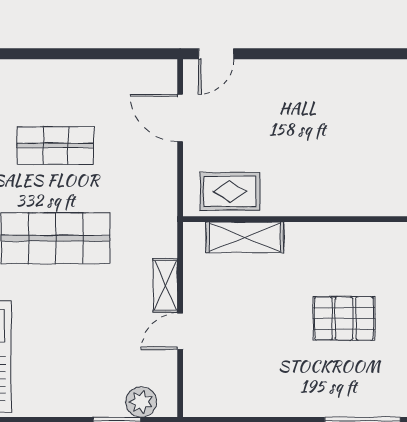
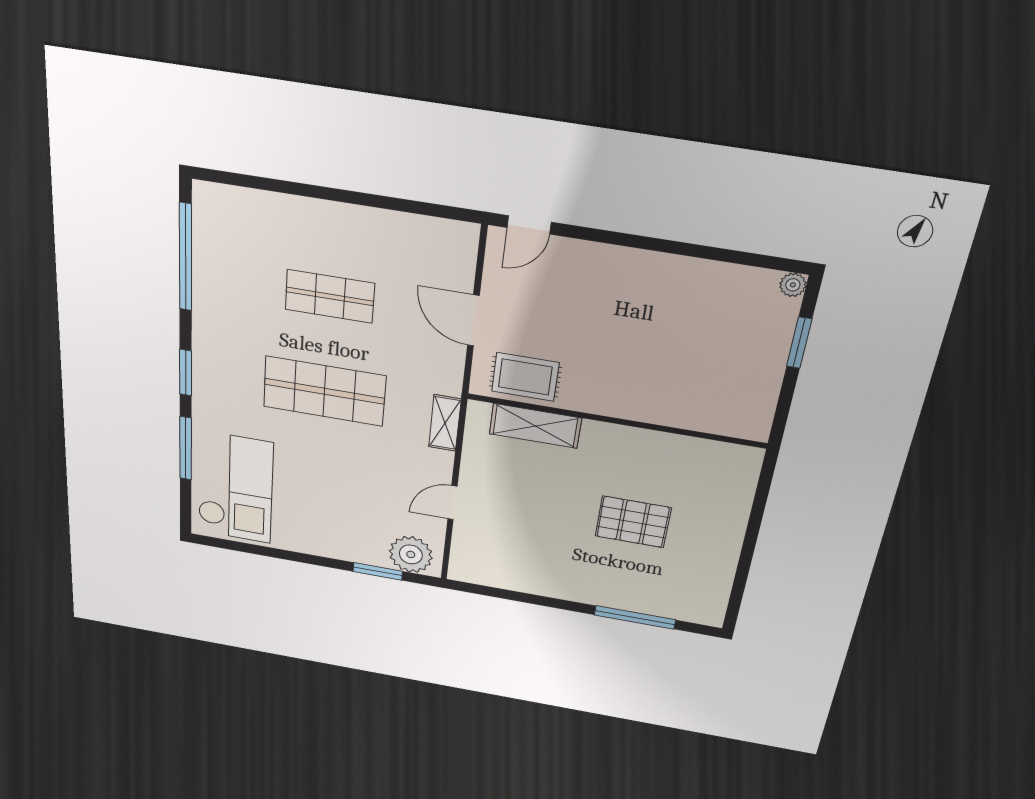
door: (180, 118) -> (473, 320), moved
shelving: (165, 285) -> (445, 423), moved
plant: (141, 402) -> (411, 554), width x1.36, depth x1.36

